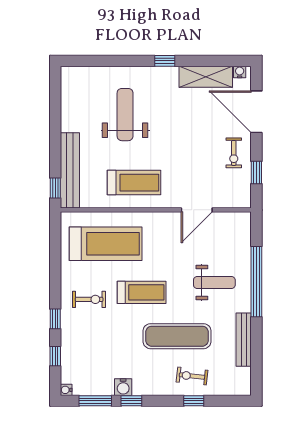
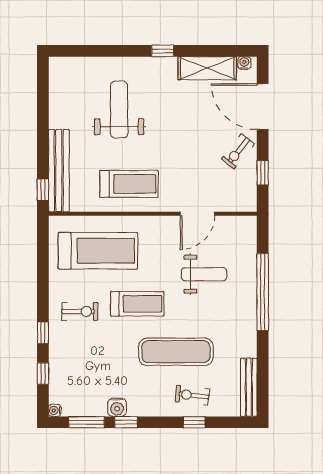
exercise bike: (234, 153) -> (238, 151), turned 39
weight bench: (214, 283) -> (204, 274), moved
bench: (244, 340) -> (249, 387), moved

